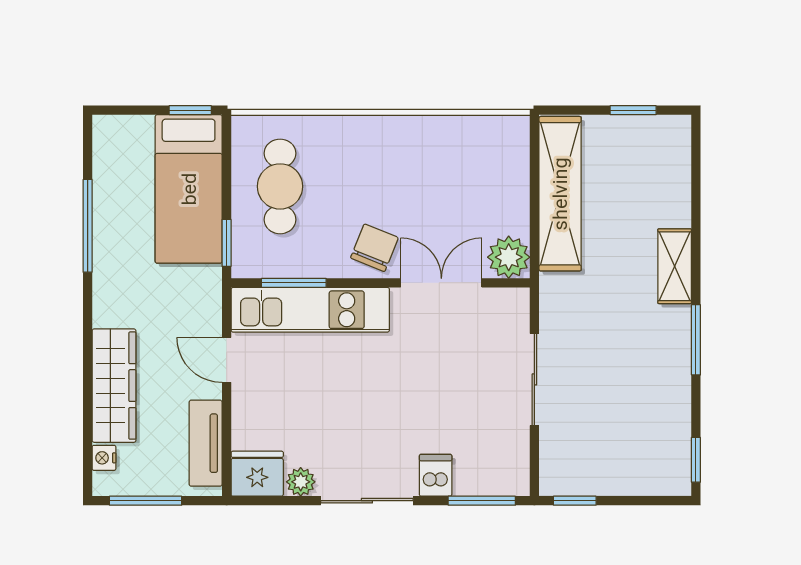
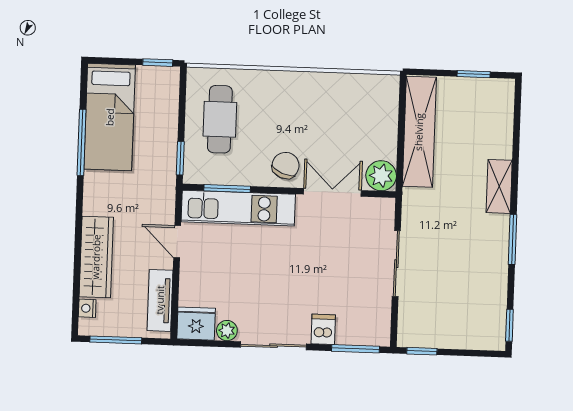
bed: (189, 189) -> (110, 117), moved

